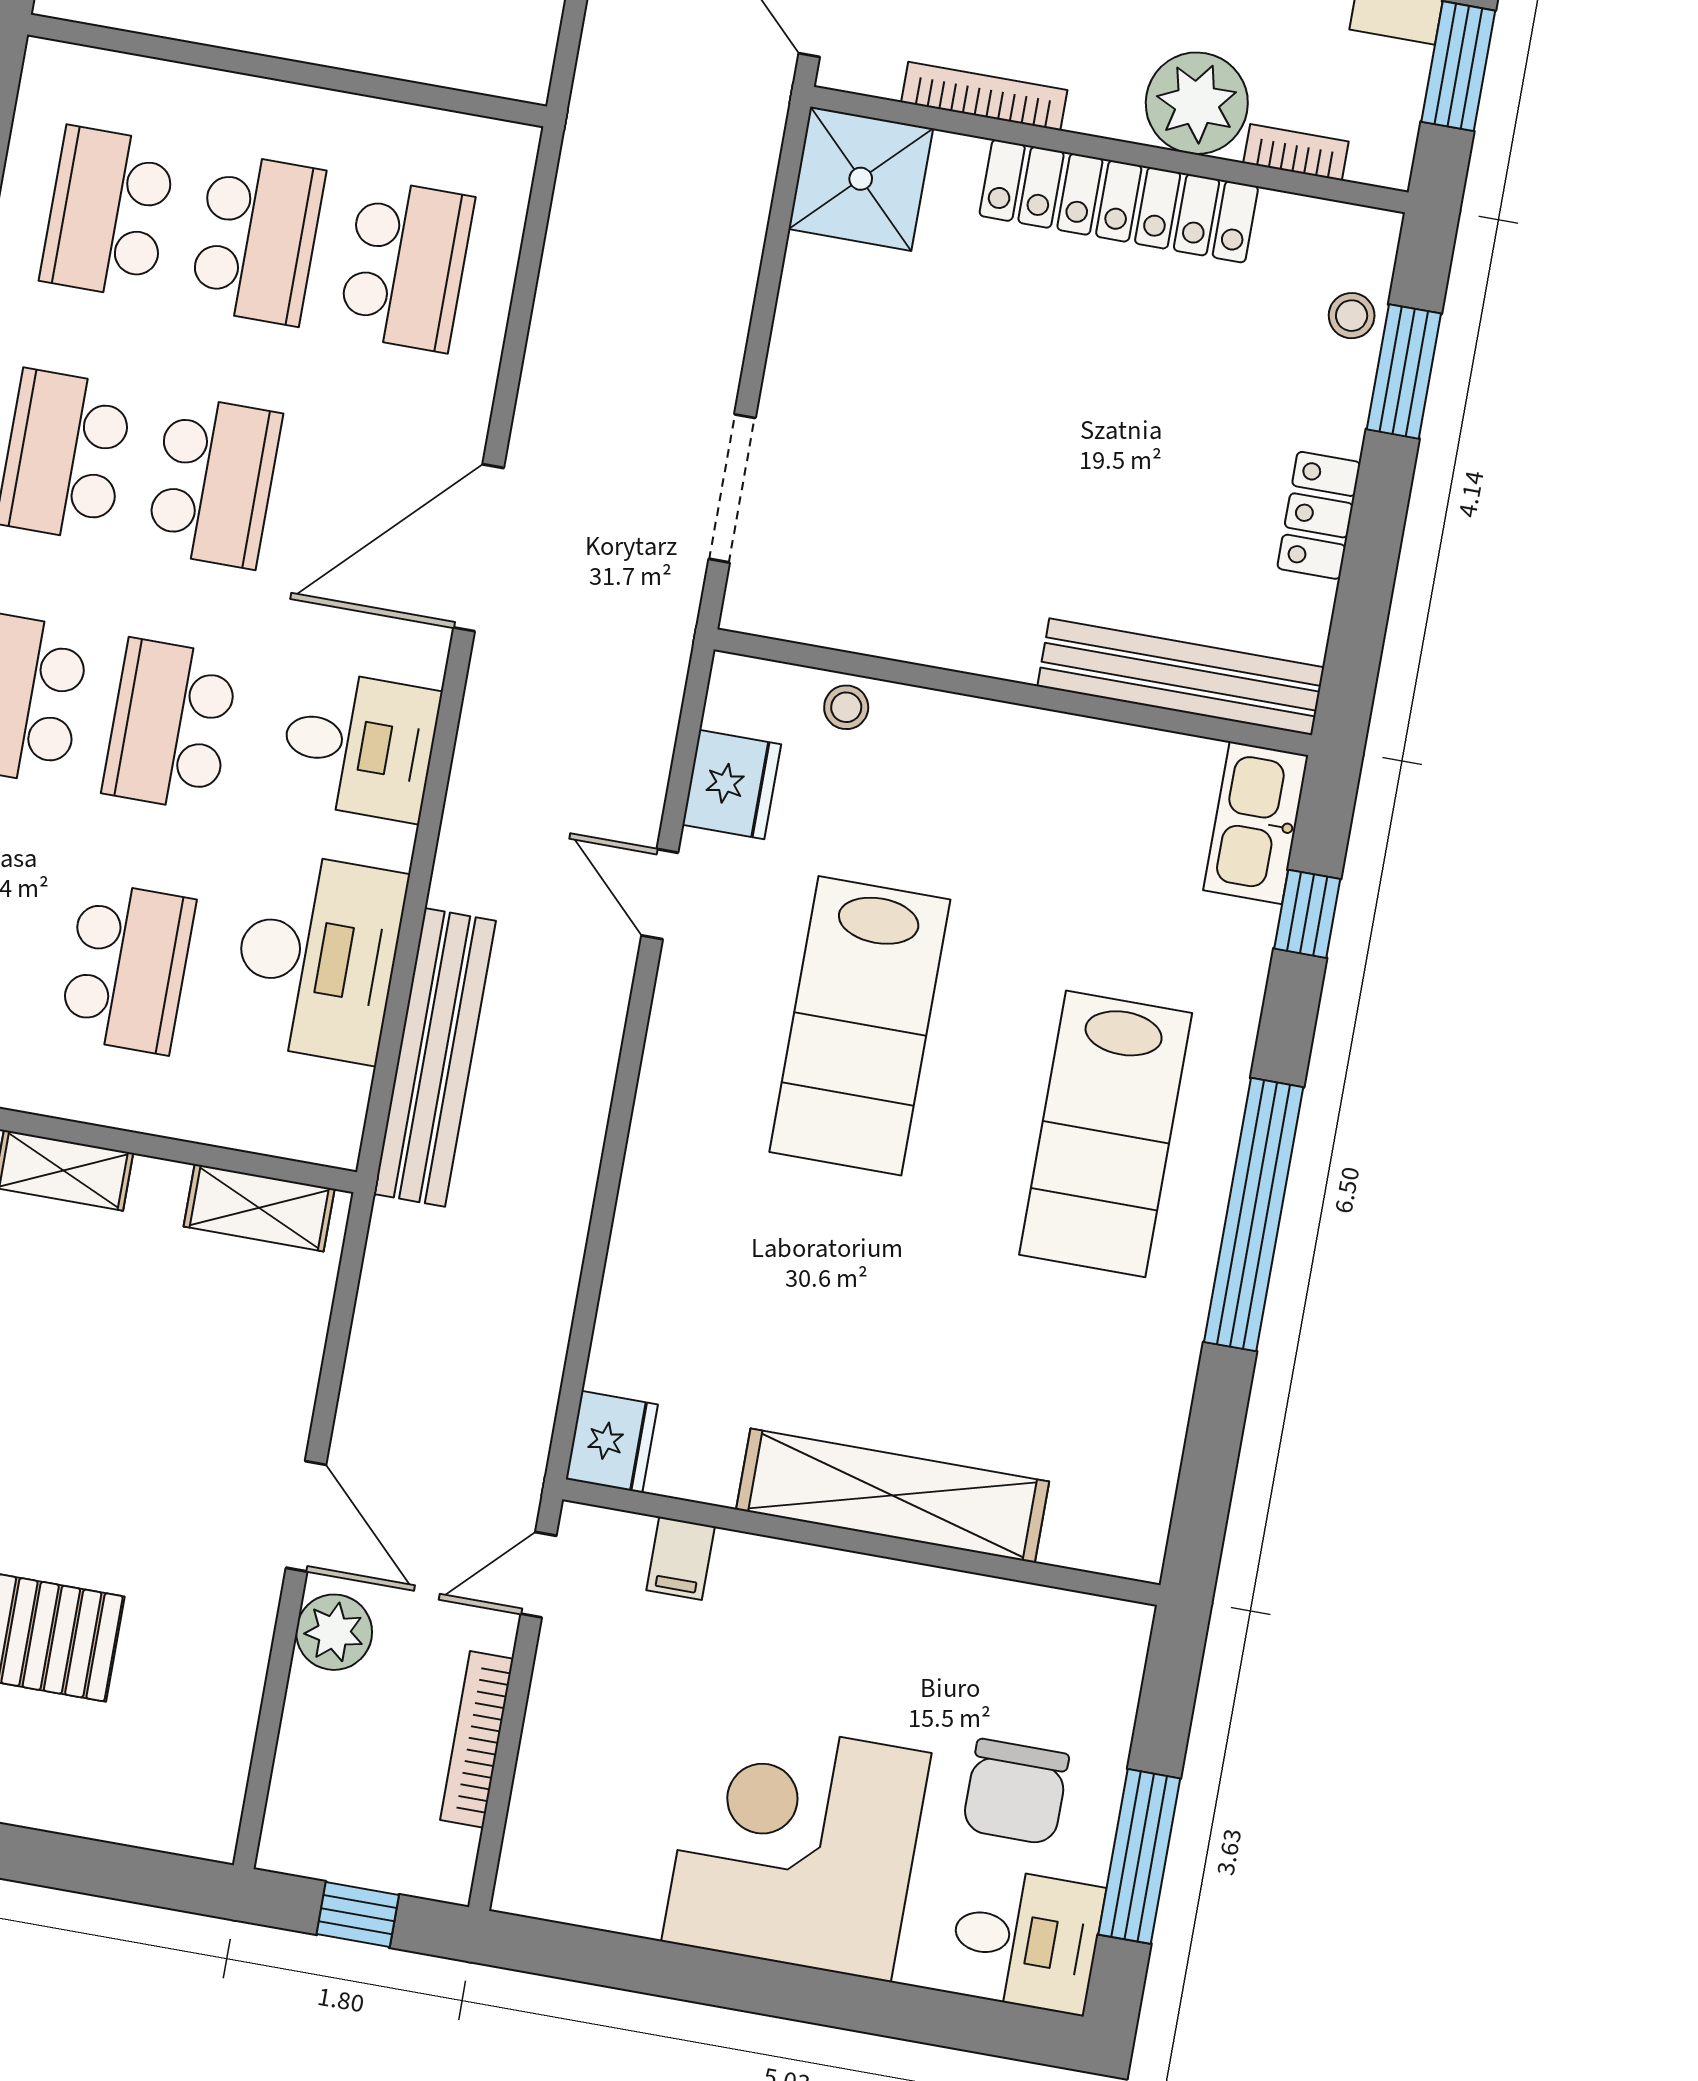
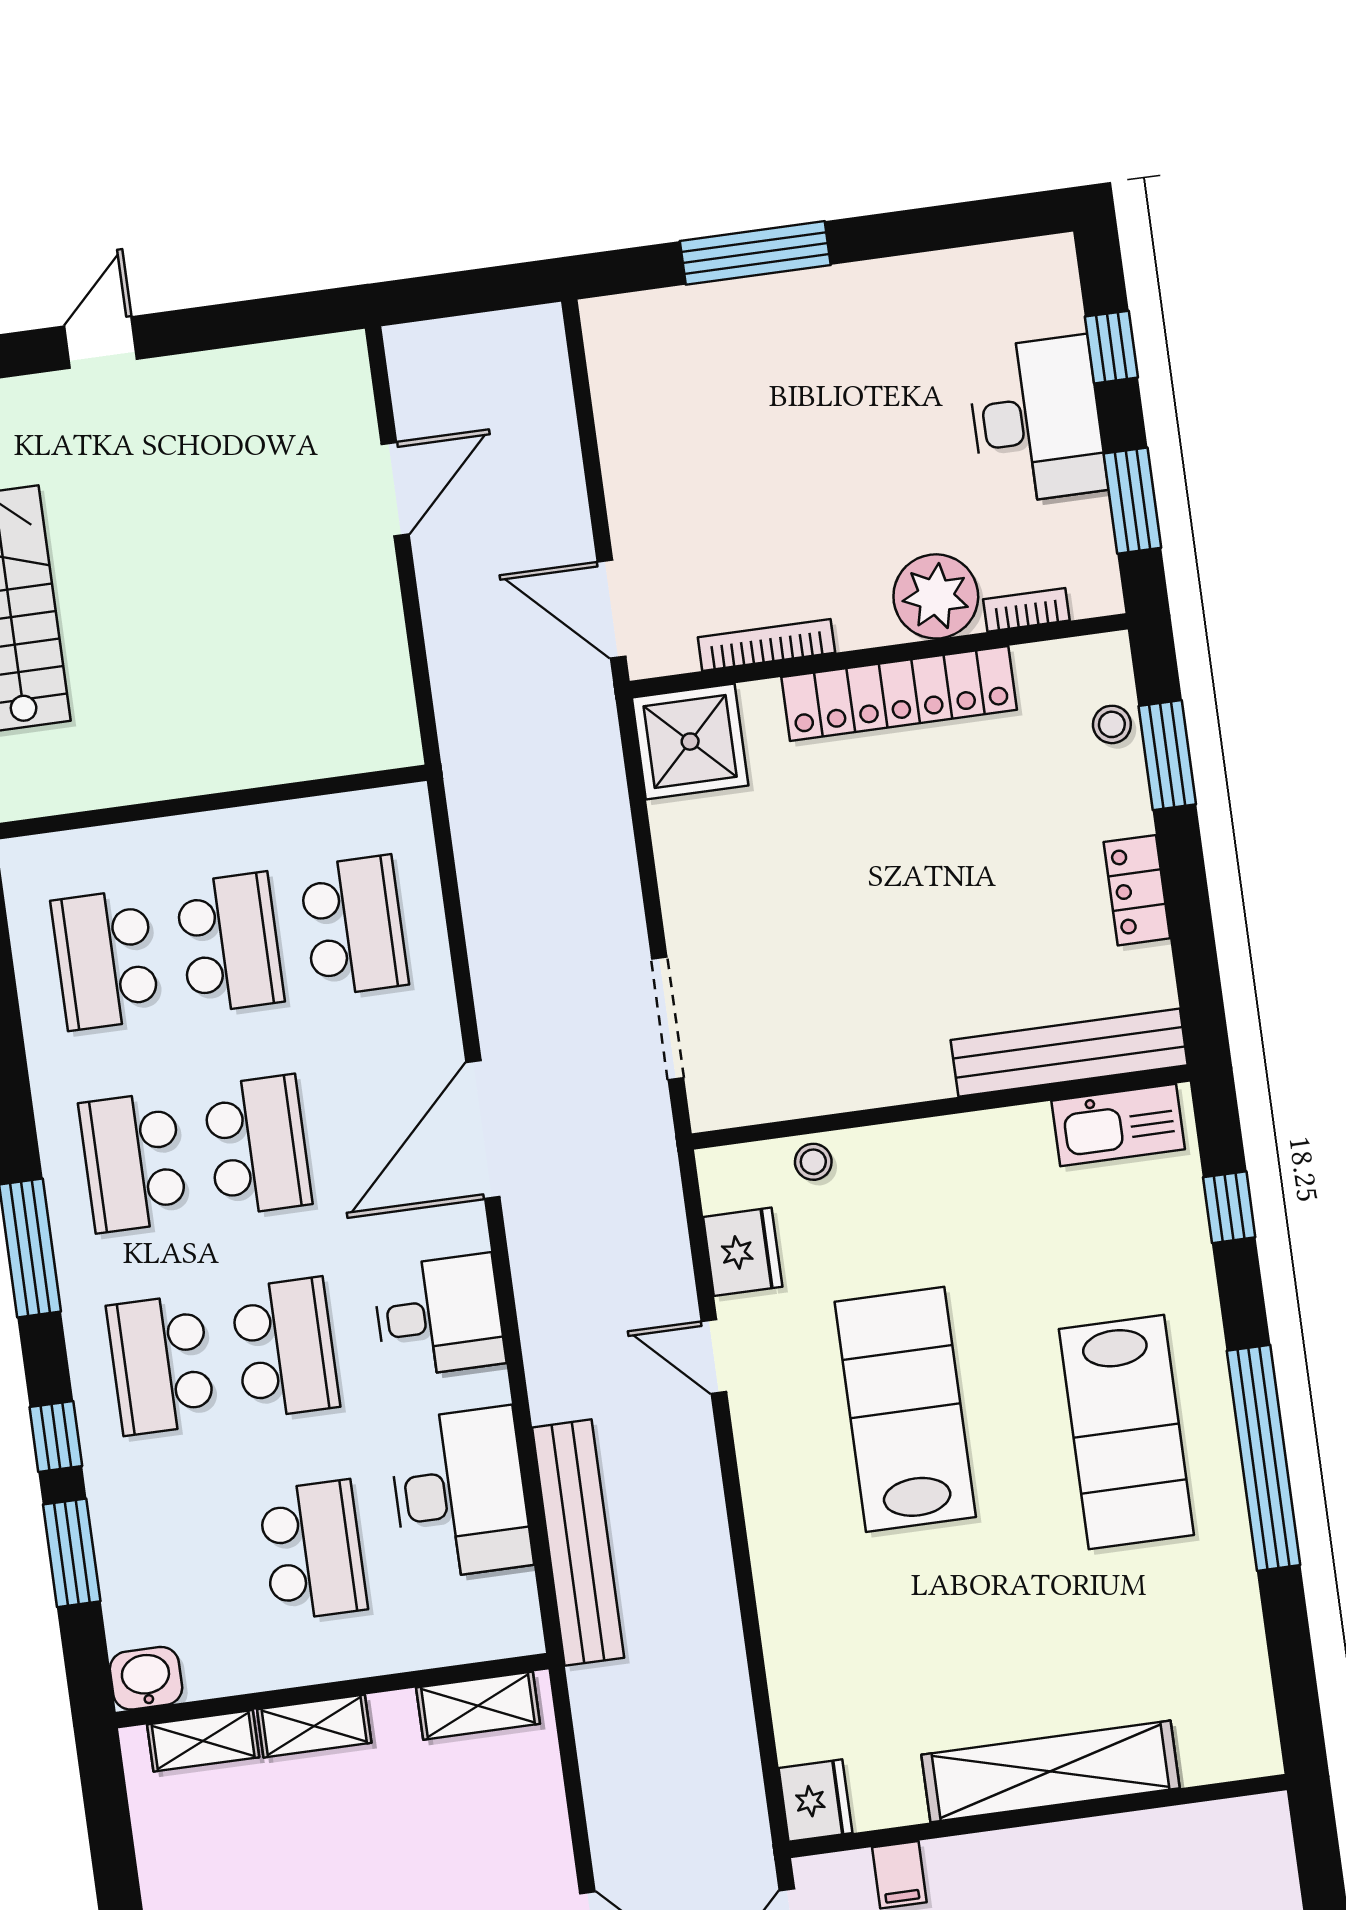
school desk: (170, 725) -> (285, 1348), turned 180
kitchen sink: (1256, 823) -> (1118, 1125), moved, turned -90
lab bench: (860, 1026) -> (905, 1409), turned 180

